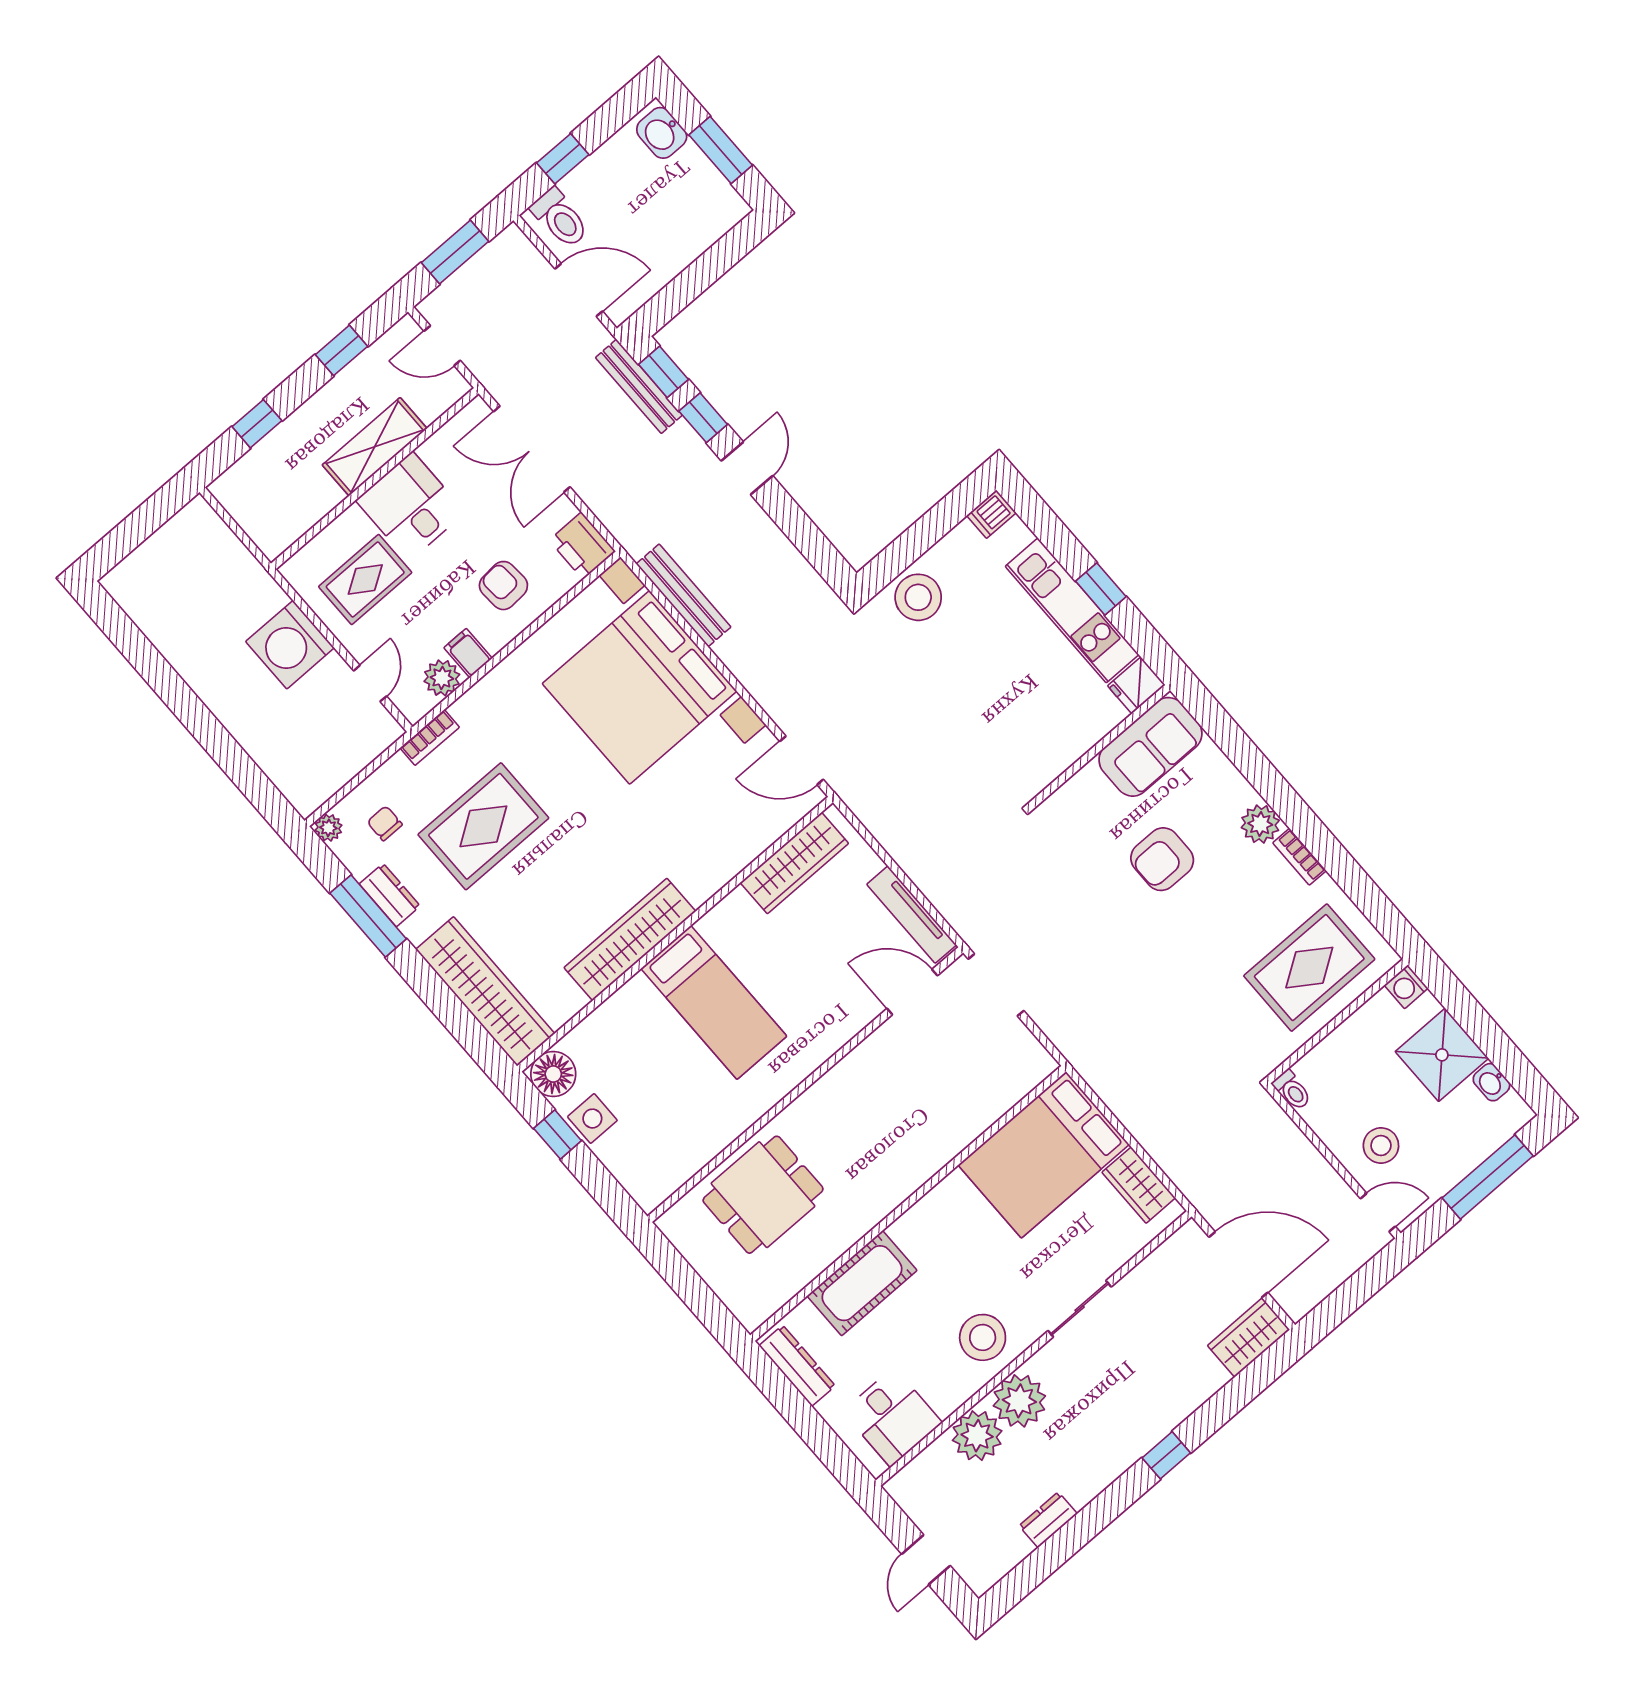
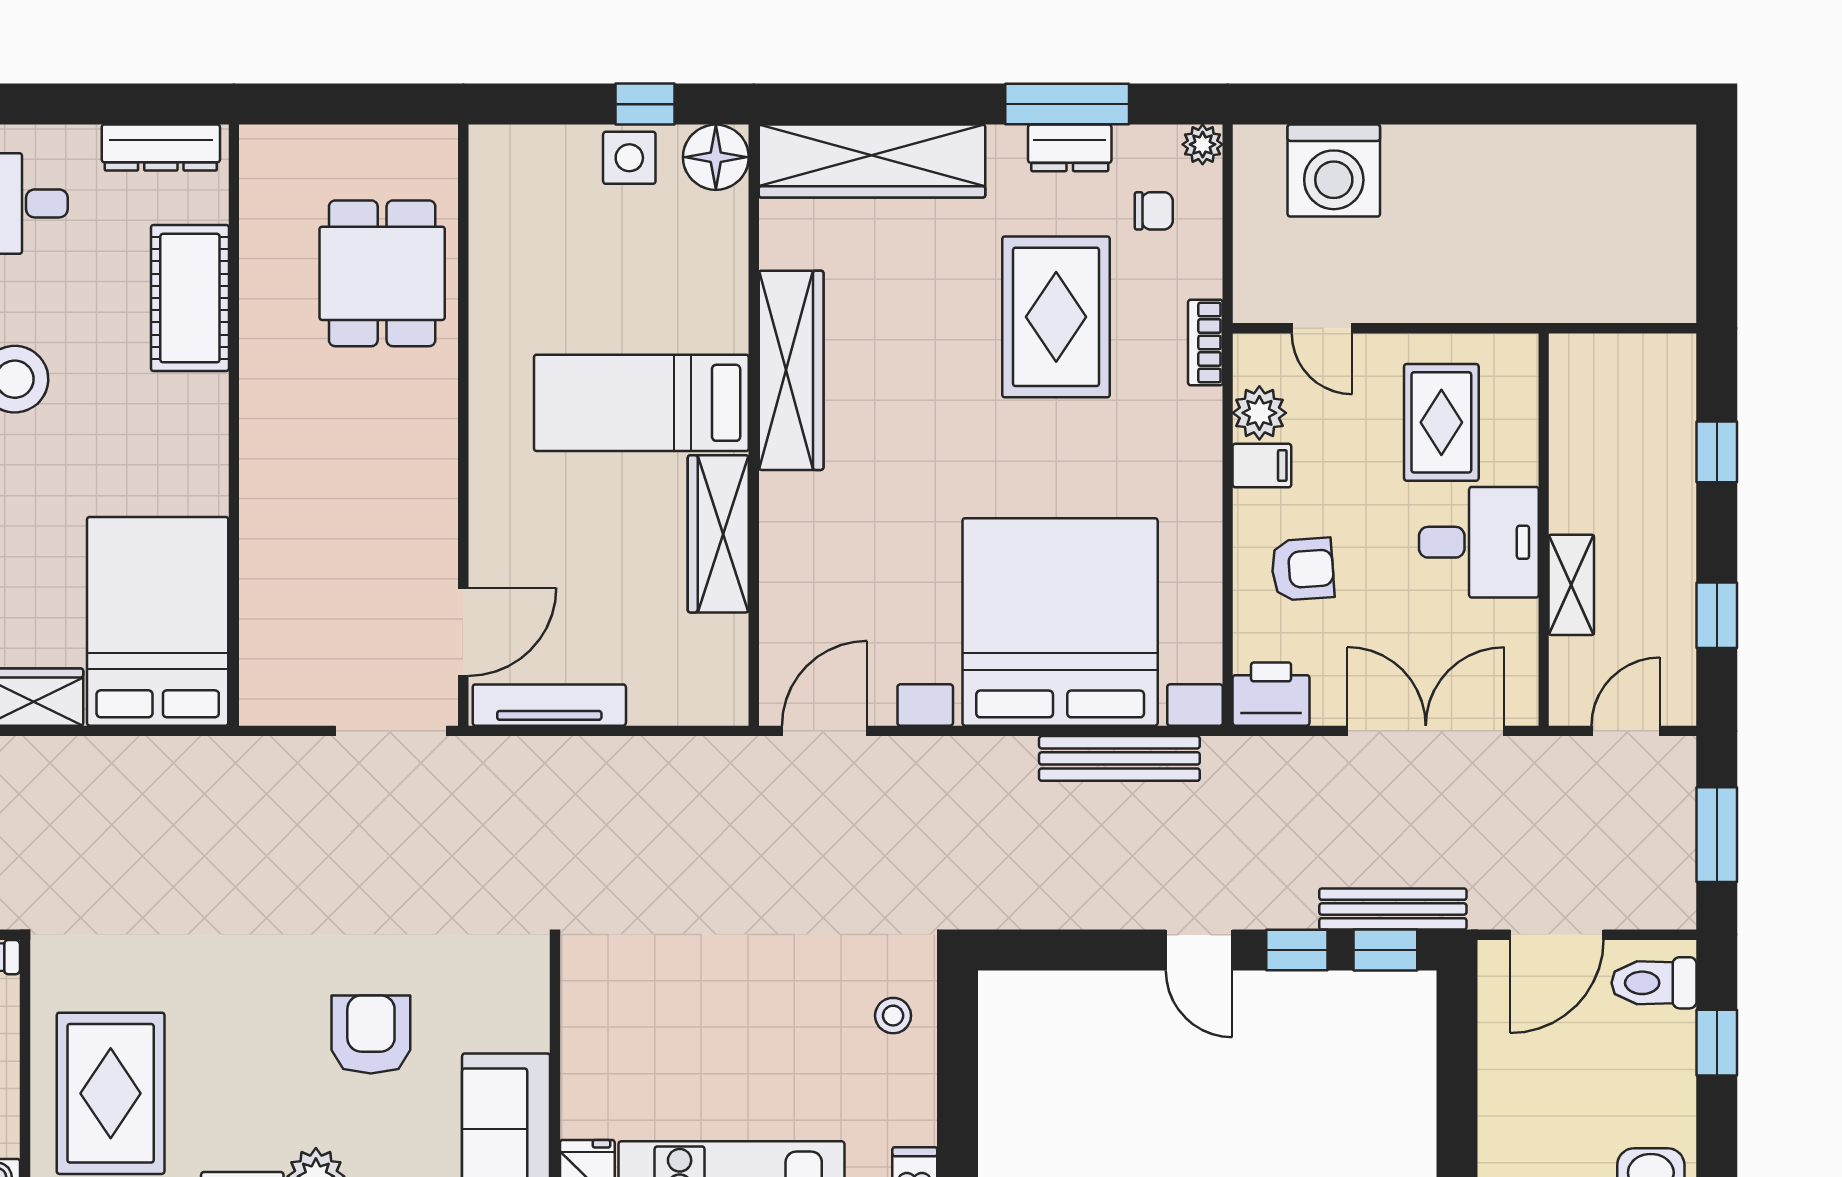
shelving: (375, 447) -> (1571, 585), width x0.67, depth x0.75
stool: (918, 597) -> (893, 1016), width x0.53, depth x0.53
washing machine: (290, 645) -> (1334, 171), moved, turned 180
wardrobe: (794, 863) -> (718, 534), moved

